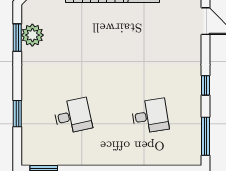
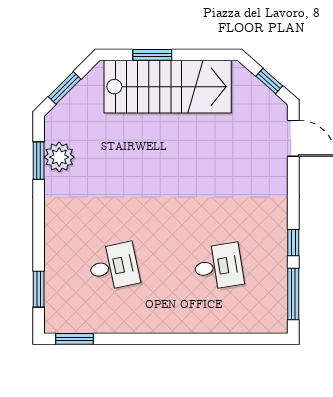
window: (205, 85) -> (293, 243), moved
window: (17, 114) -> (39, 289), moved

